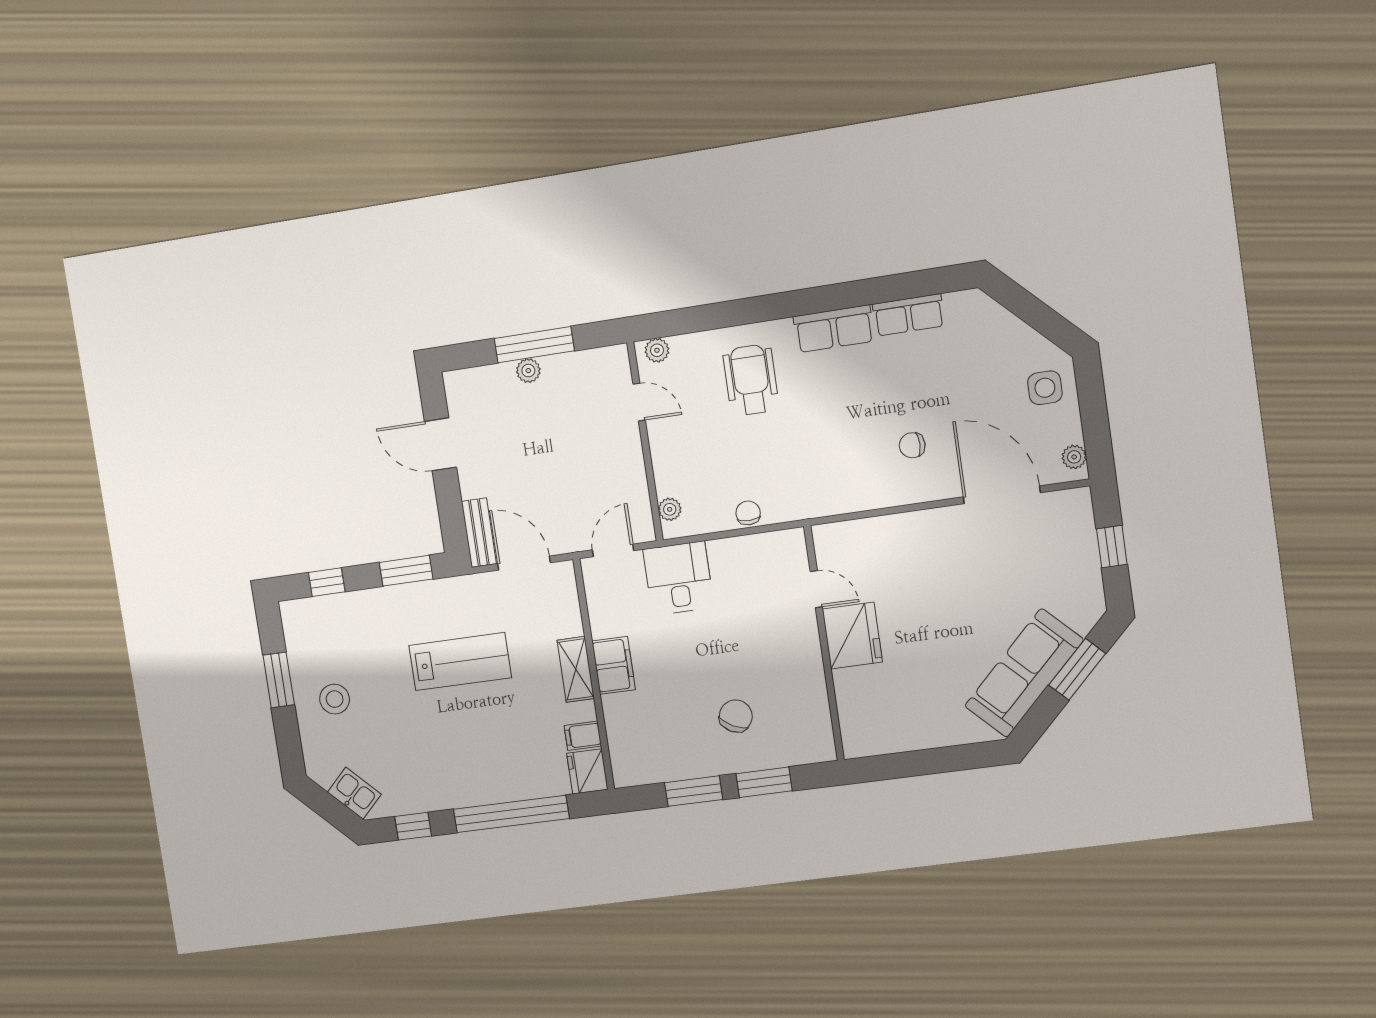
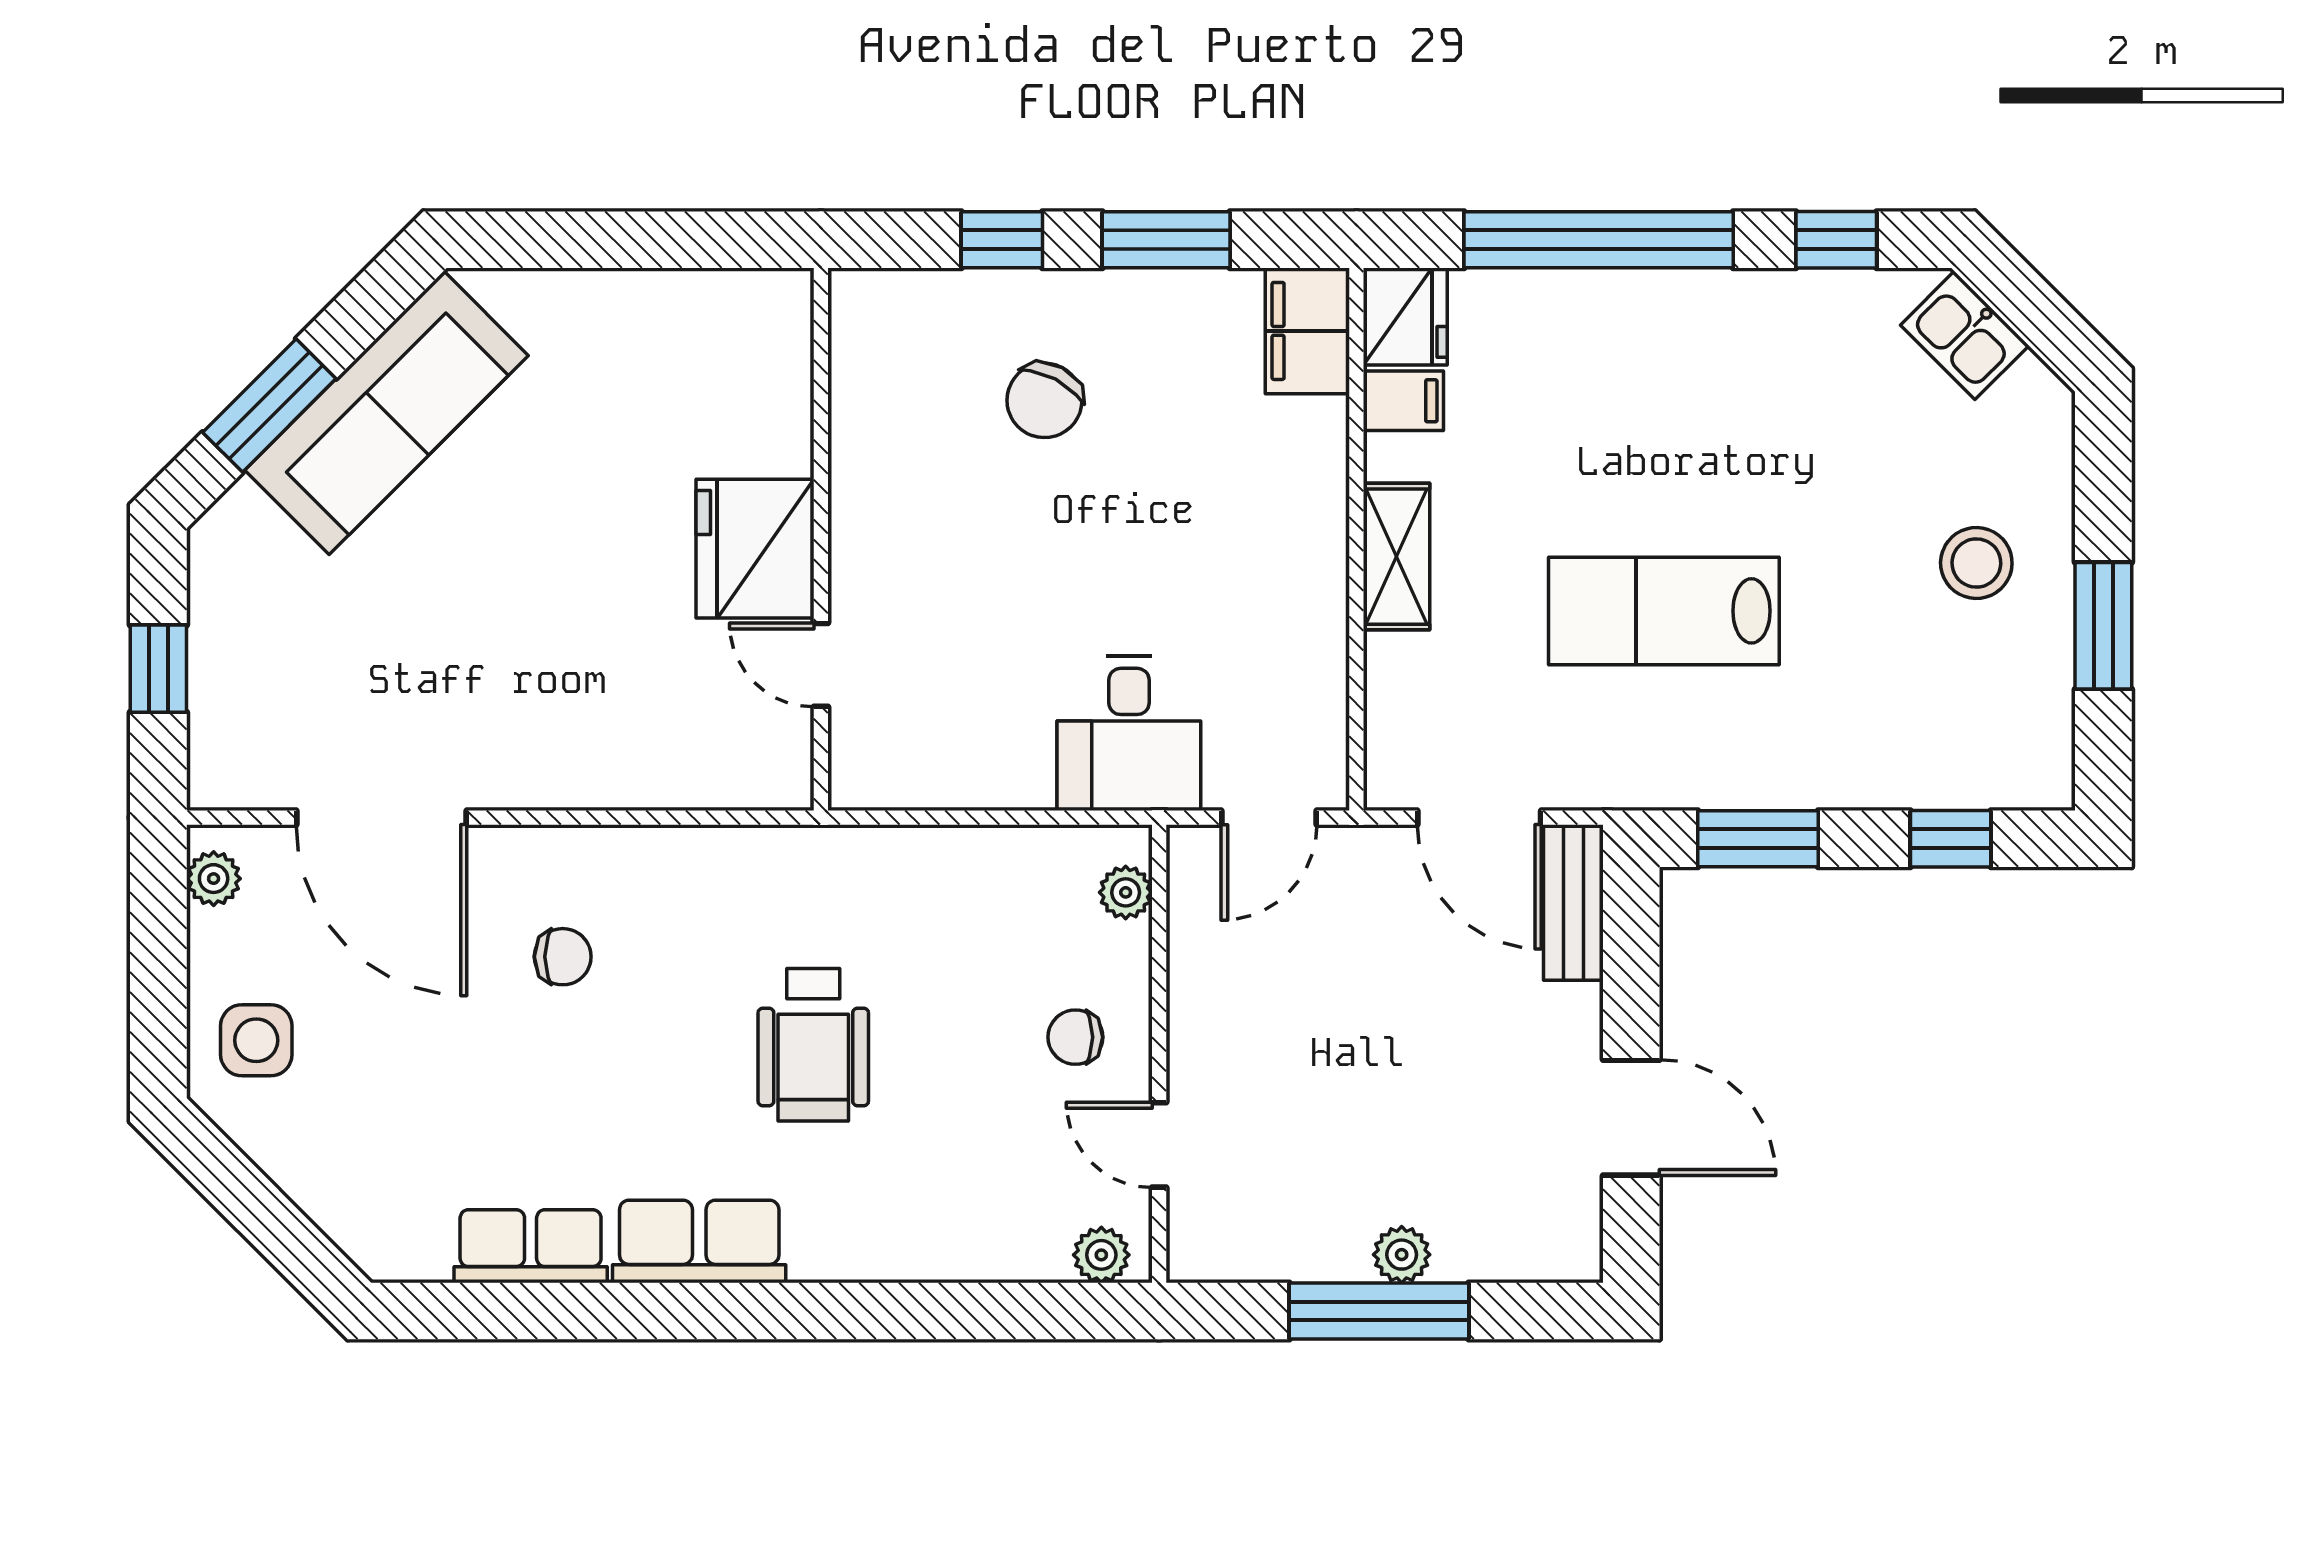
wheelchair: (751, 380) -> (813, 1045), moved
chair: (748, 513) -> (1075, 1037), moved, turned 90
filing cabinet: (614, 665) -> (1307, 331), moved
window: (764, 782) -> (1002, 240), width x0.67

